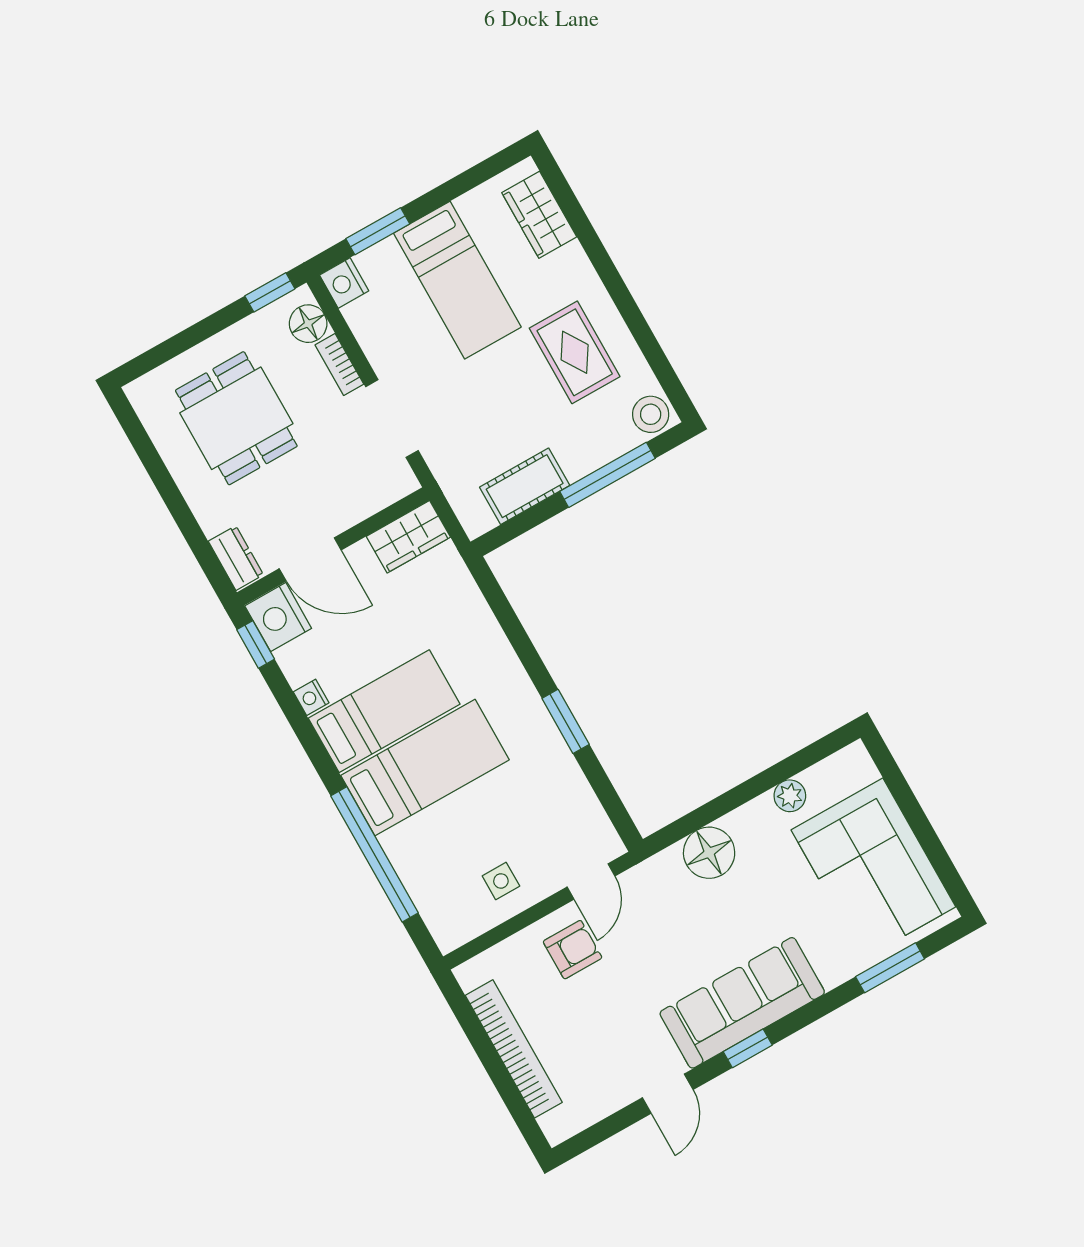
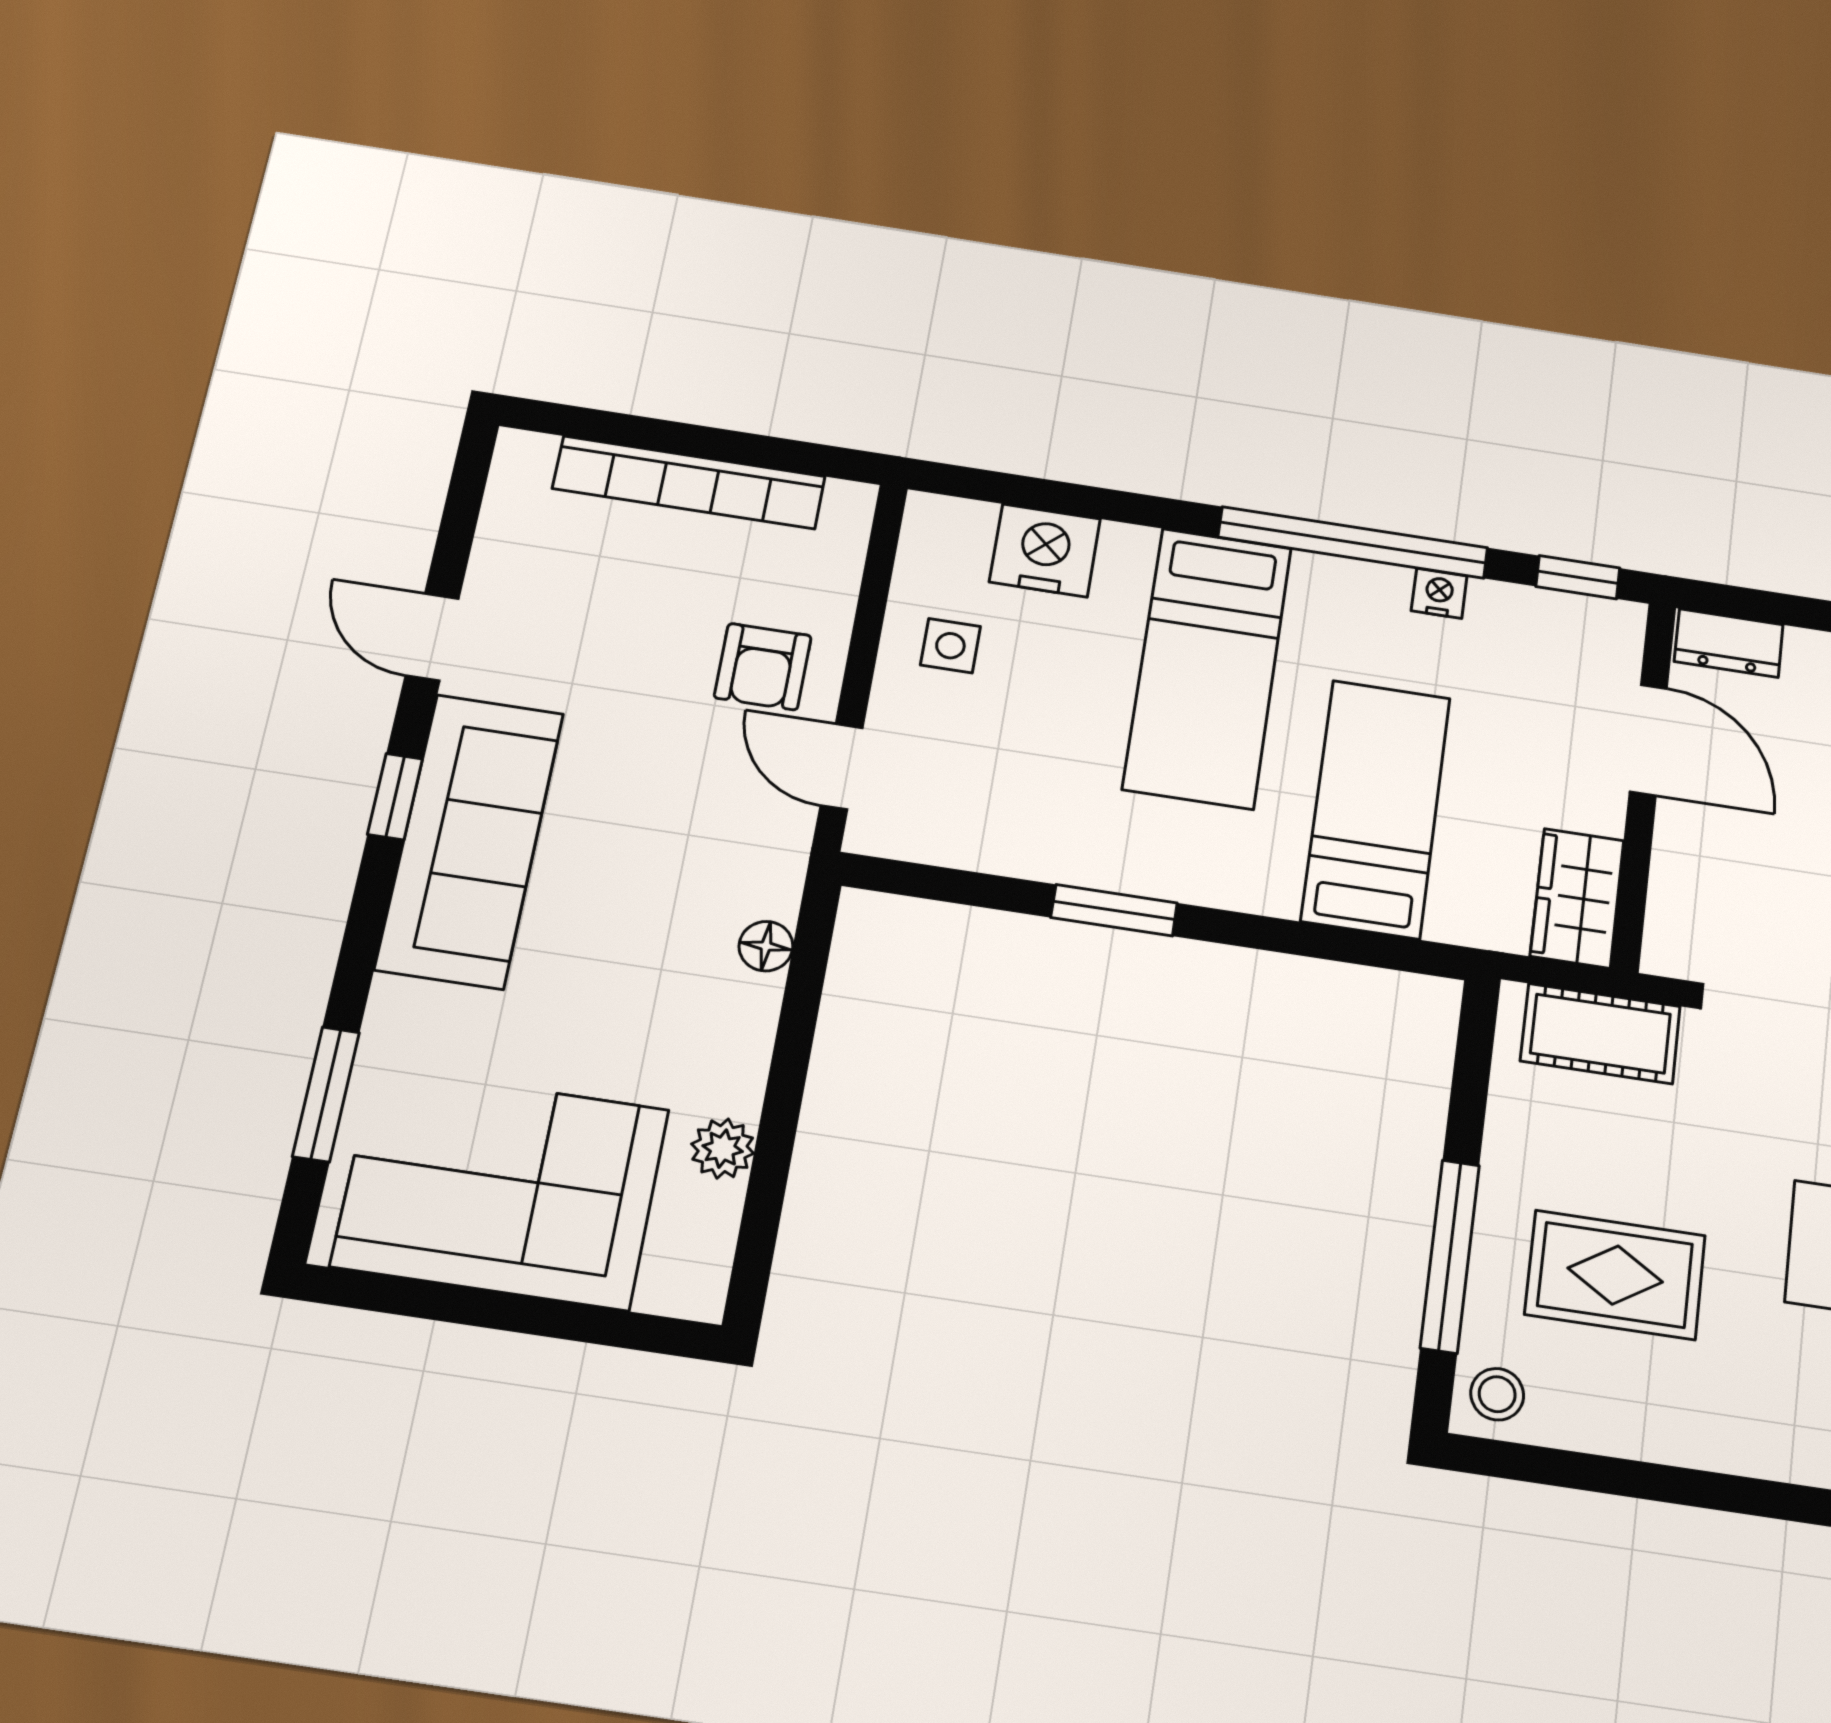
rug: (575, 352) -> (1615, 1275), moved
stool: (651, 414) -> (1497, 1394), width x0.73, depth x0.73
cot: (525, 486) -> (1600, 1034), moved, turned 90
door: (310, 559) -> (1648, 740), swing flipped
nightstand: (278, 617) -> (1045, 550), moved
bed: (384, 711) -> (1376, 809), moved, turned 180
floor lamp: (709, 853) -> (766, 946), width x0.53, depth x0.53
window: (375, 854) -> (1353, 542), moved

